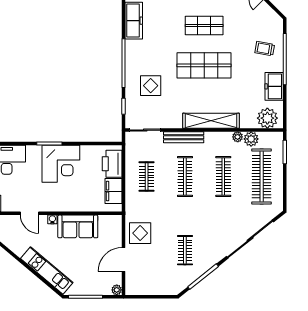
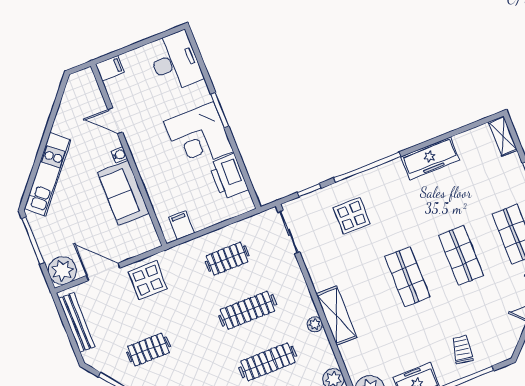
shop shelf: (204, 65) -> (407, 277), width x0.70, depth x0.74
shelving: (211, 121) -> (336, 316), width x0.68
bench: (184, 137) -> (77, 323), moved
plant: (238, 137) -> (315, 324), moved
printer: (112, 164) -> (228, 177), moved, turned -90
filing cabinet: (113, 191) -> (181, 225), width x0.50
door: (29, 213) -> (115, 121), hinge flipped
plant: (117, 290) -> (62, 270), width x1.88, depth x1.88

